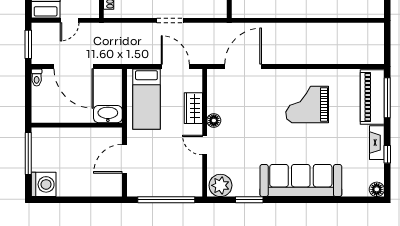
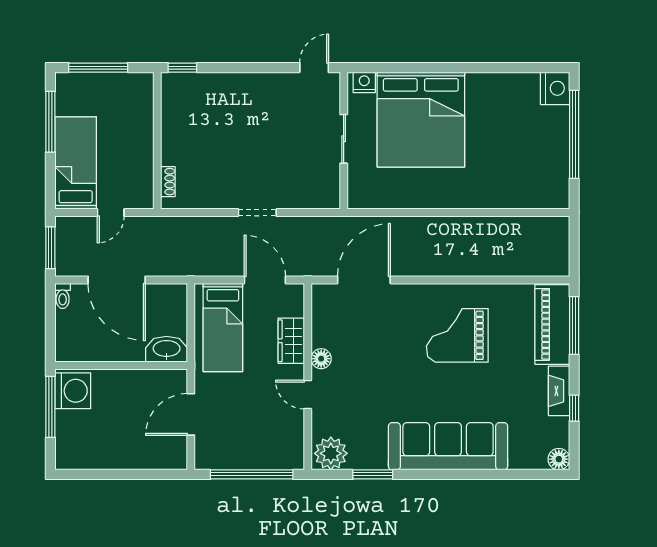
washing machine: (44, 184) -> (73, 391), moved

